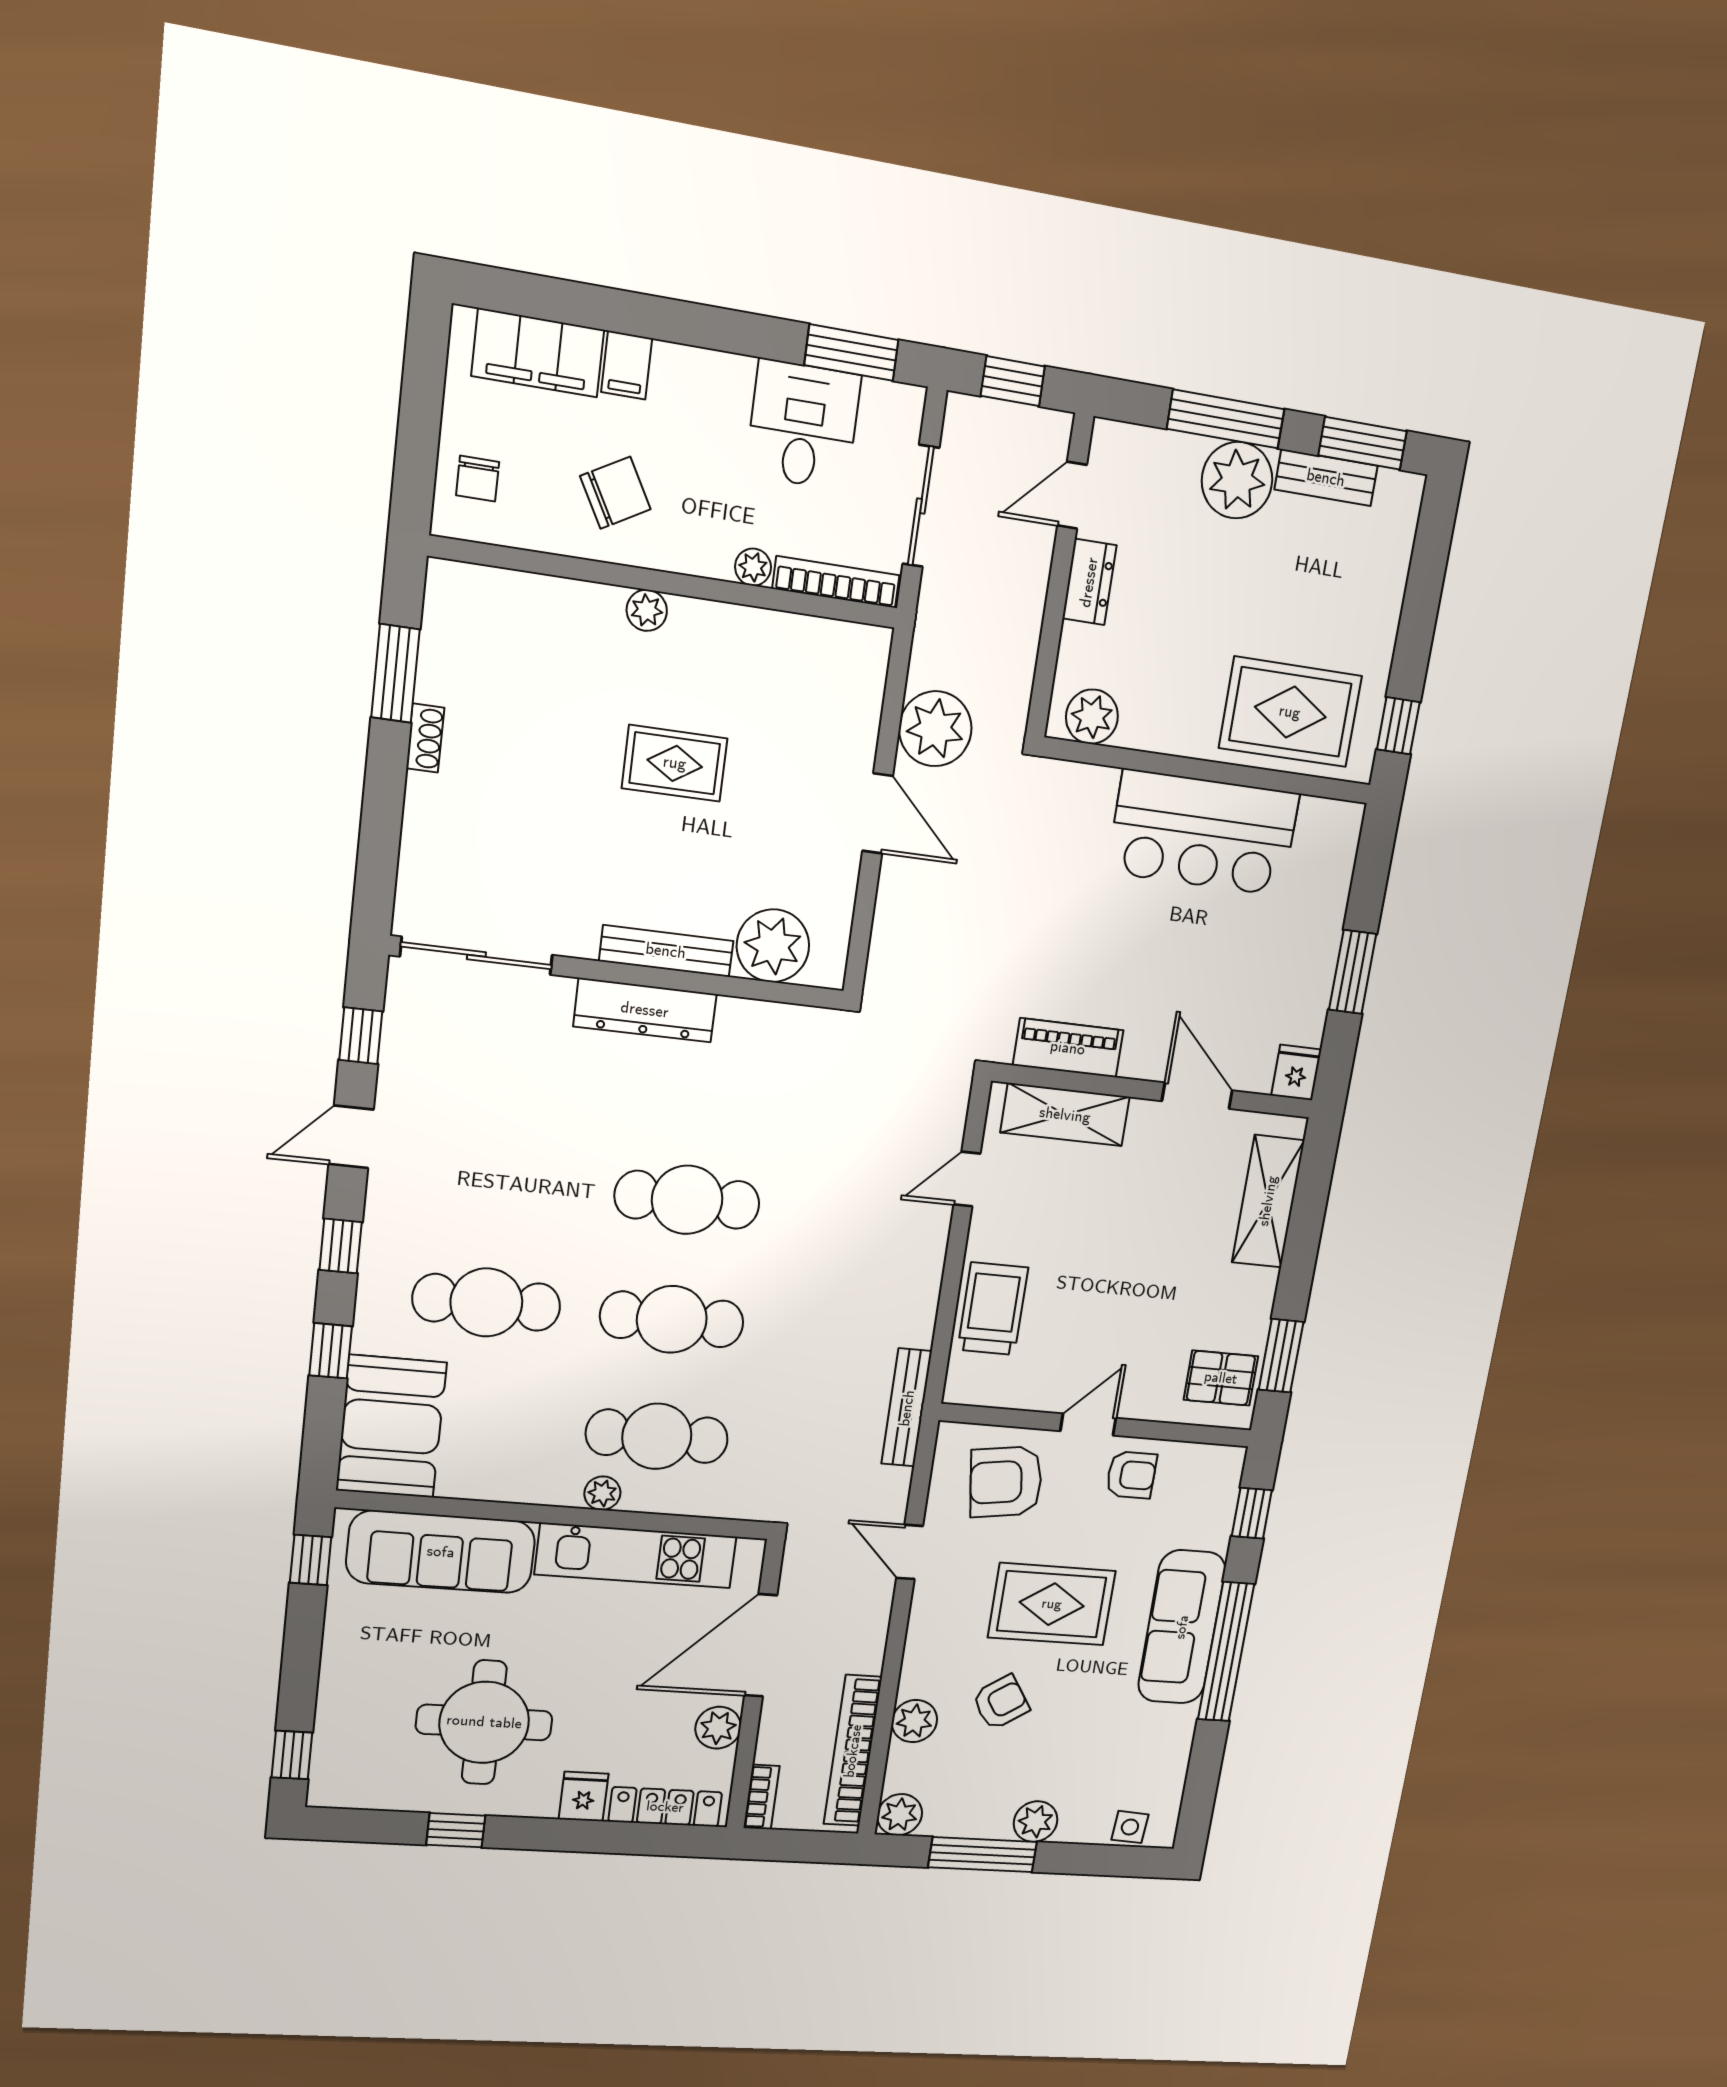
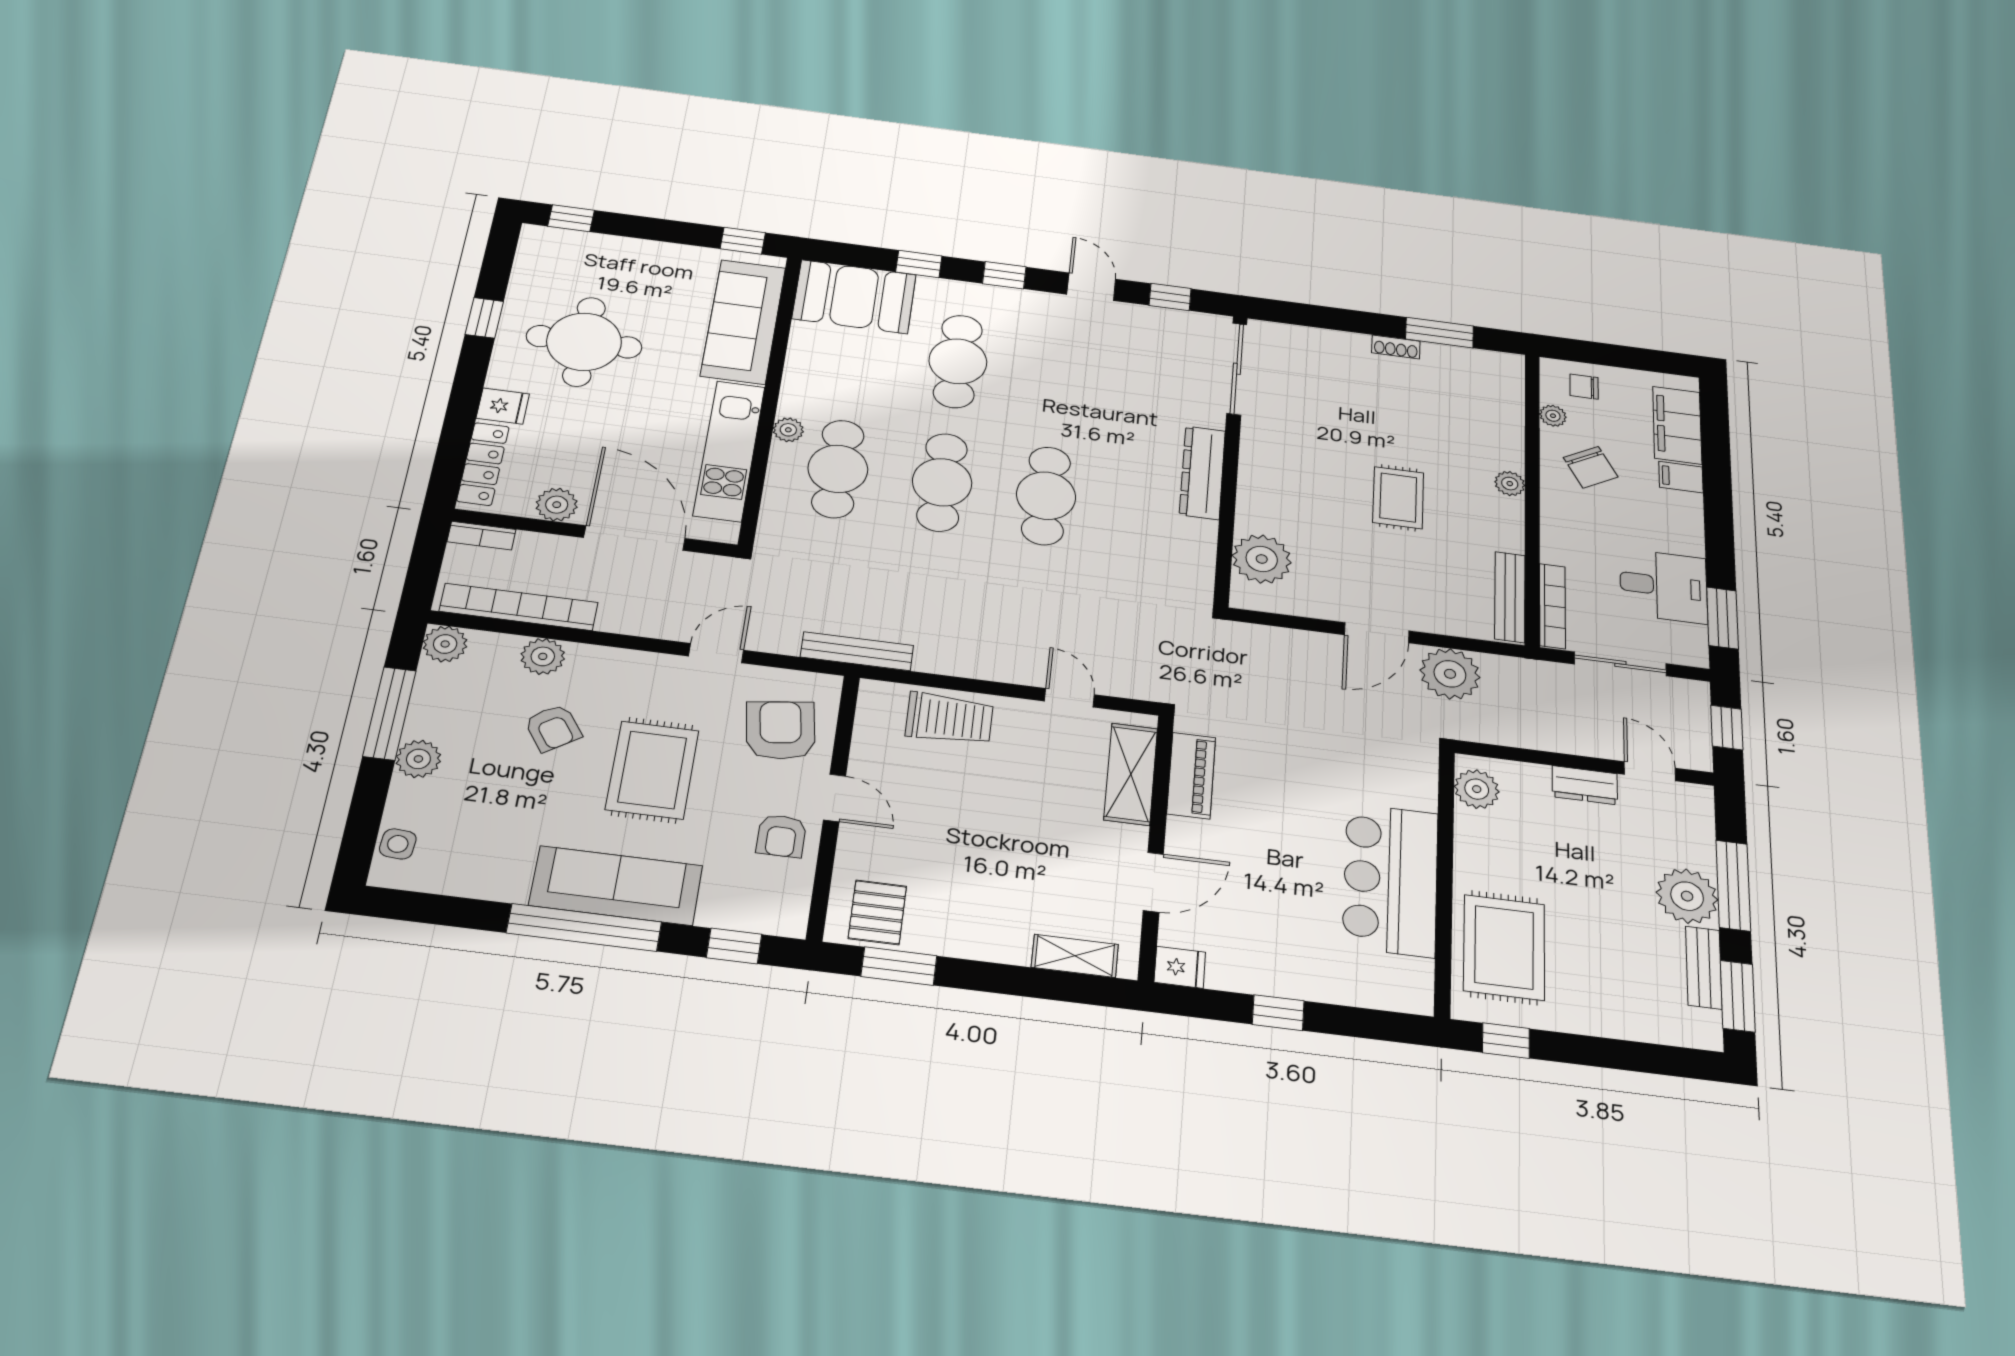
plant: (753, 567) -> (1553, 416), moved
bench: (666, 951) -> (1510, 597), moved
window: (1353, 972) -> (1278, 1013), width x0.67
shelving: (1268, 1201) -> (1075, 956), width x0.67, depth x0.75

